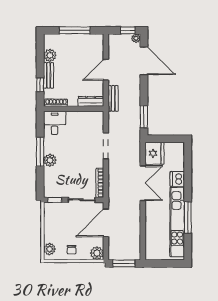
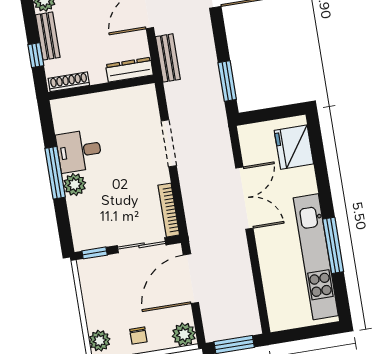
desk: (55, 123) -> (79, 151), moved, turned -90
fridge: (154, 153) -> (294, 147), moved, turned 180
dishwasher: (177, 179) -> (304, 181), removed

